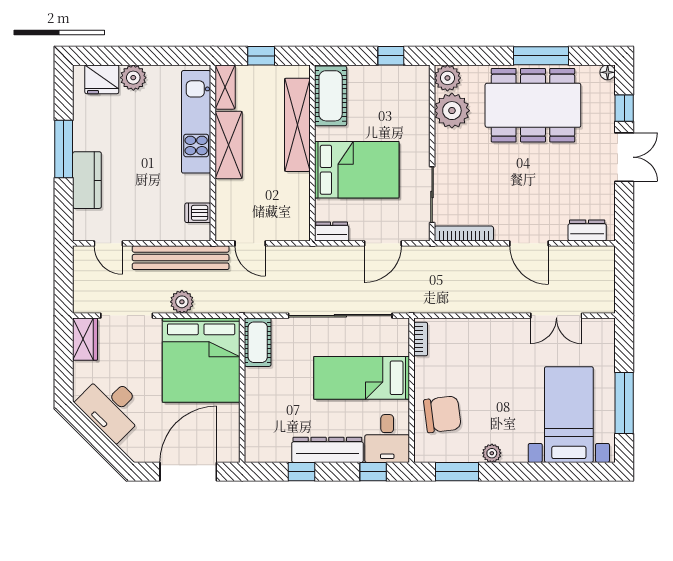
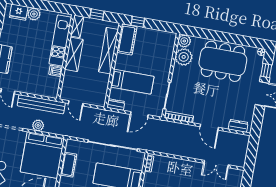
window: (391, 56) -> (138, 22), moved
window: (541, 56) -> (231, 38), removed
bed: (357, 170) -> (132, 82), width x0.67
dishwasher: (198, 213) -> (56, 71), moved
cot: (258, 342) -> (69, 165), moved

